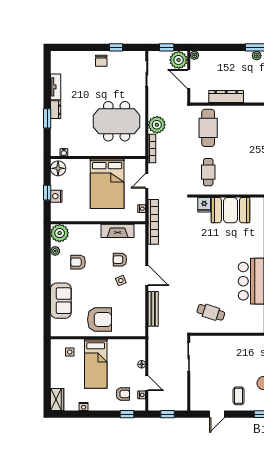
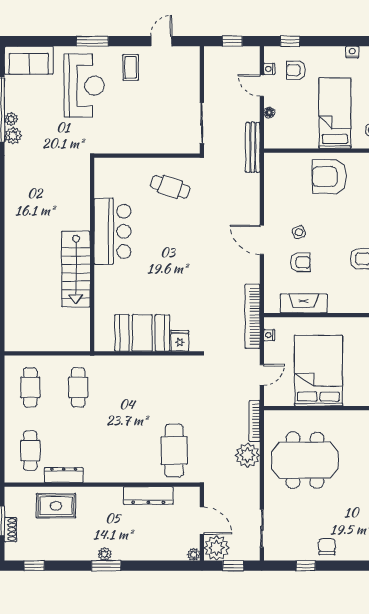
cafe table: (208, 172) -> (174, 387), removed
bench: (153, 309) -> (253, 147), moved

